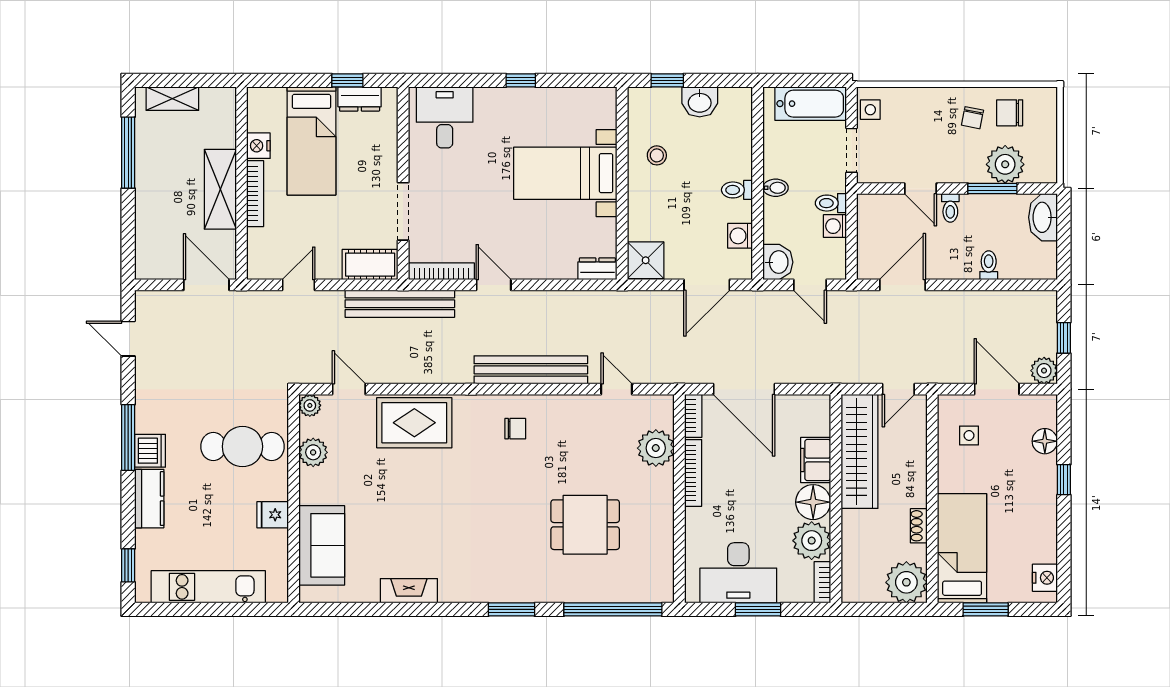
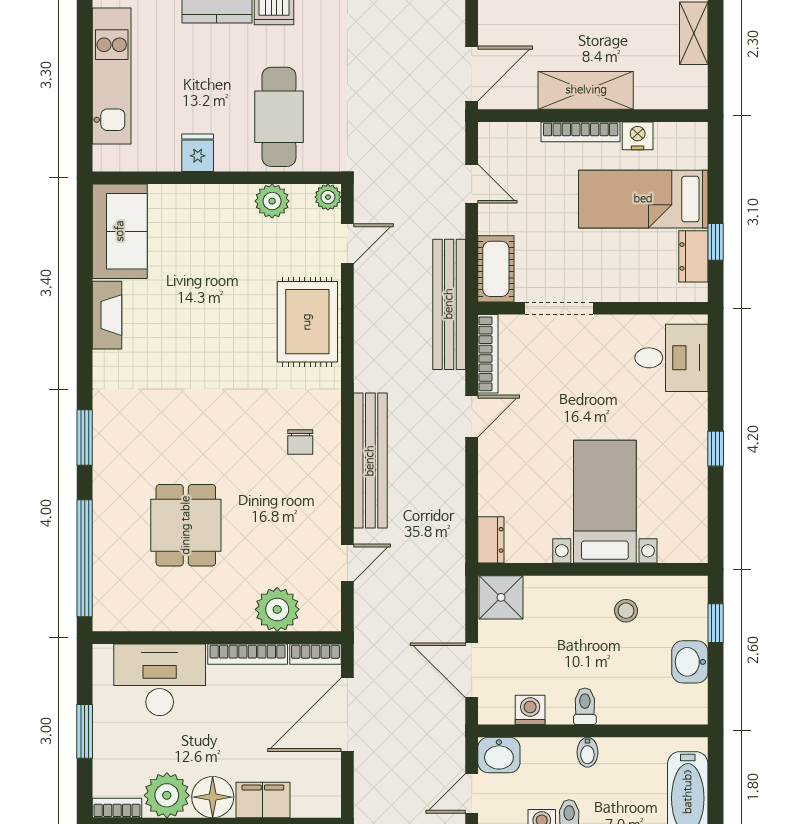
sofa: (322, 545) -> (120, 231), moved, turned -90
desk: (738, 573) -> (160, 680), moved, turned 90

